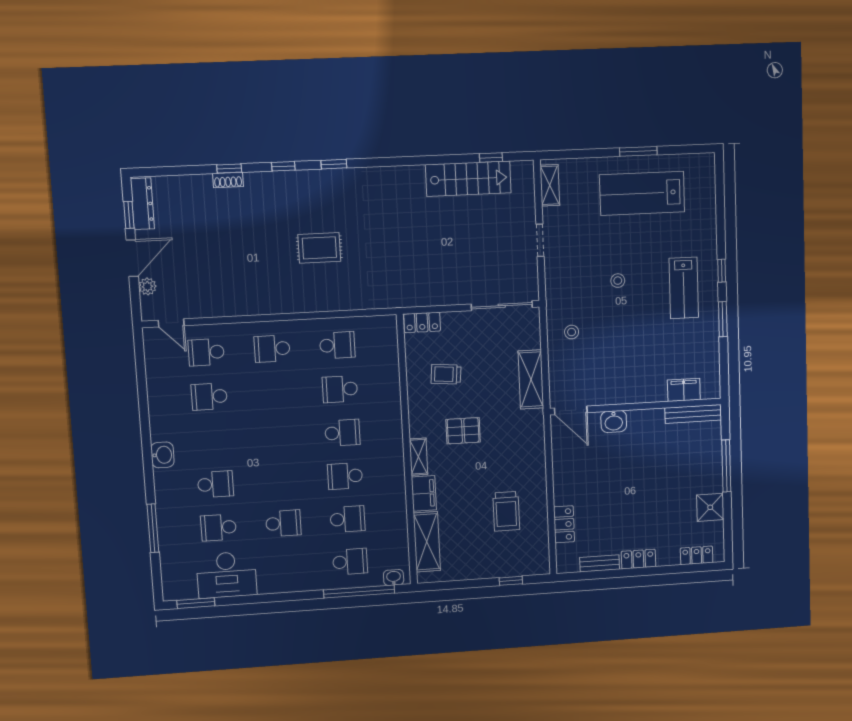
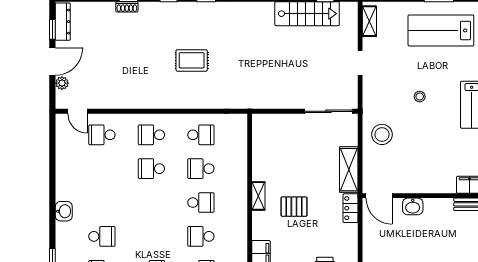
locker: (422, 322) -> (350, 208), moved, turned 90
stool: (572, 332) -> (382, 134), width x1.89, depth x1.89
trolley: (446, 374) -> (283, 162), removed
school desk: (209, 397) -> (151, 169), moved
shelving: (418, 457) -> (258, 196), moved

